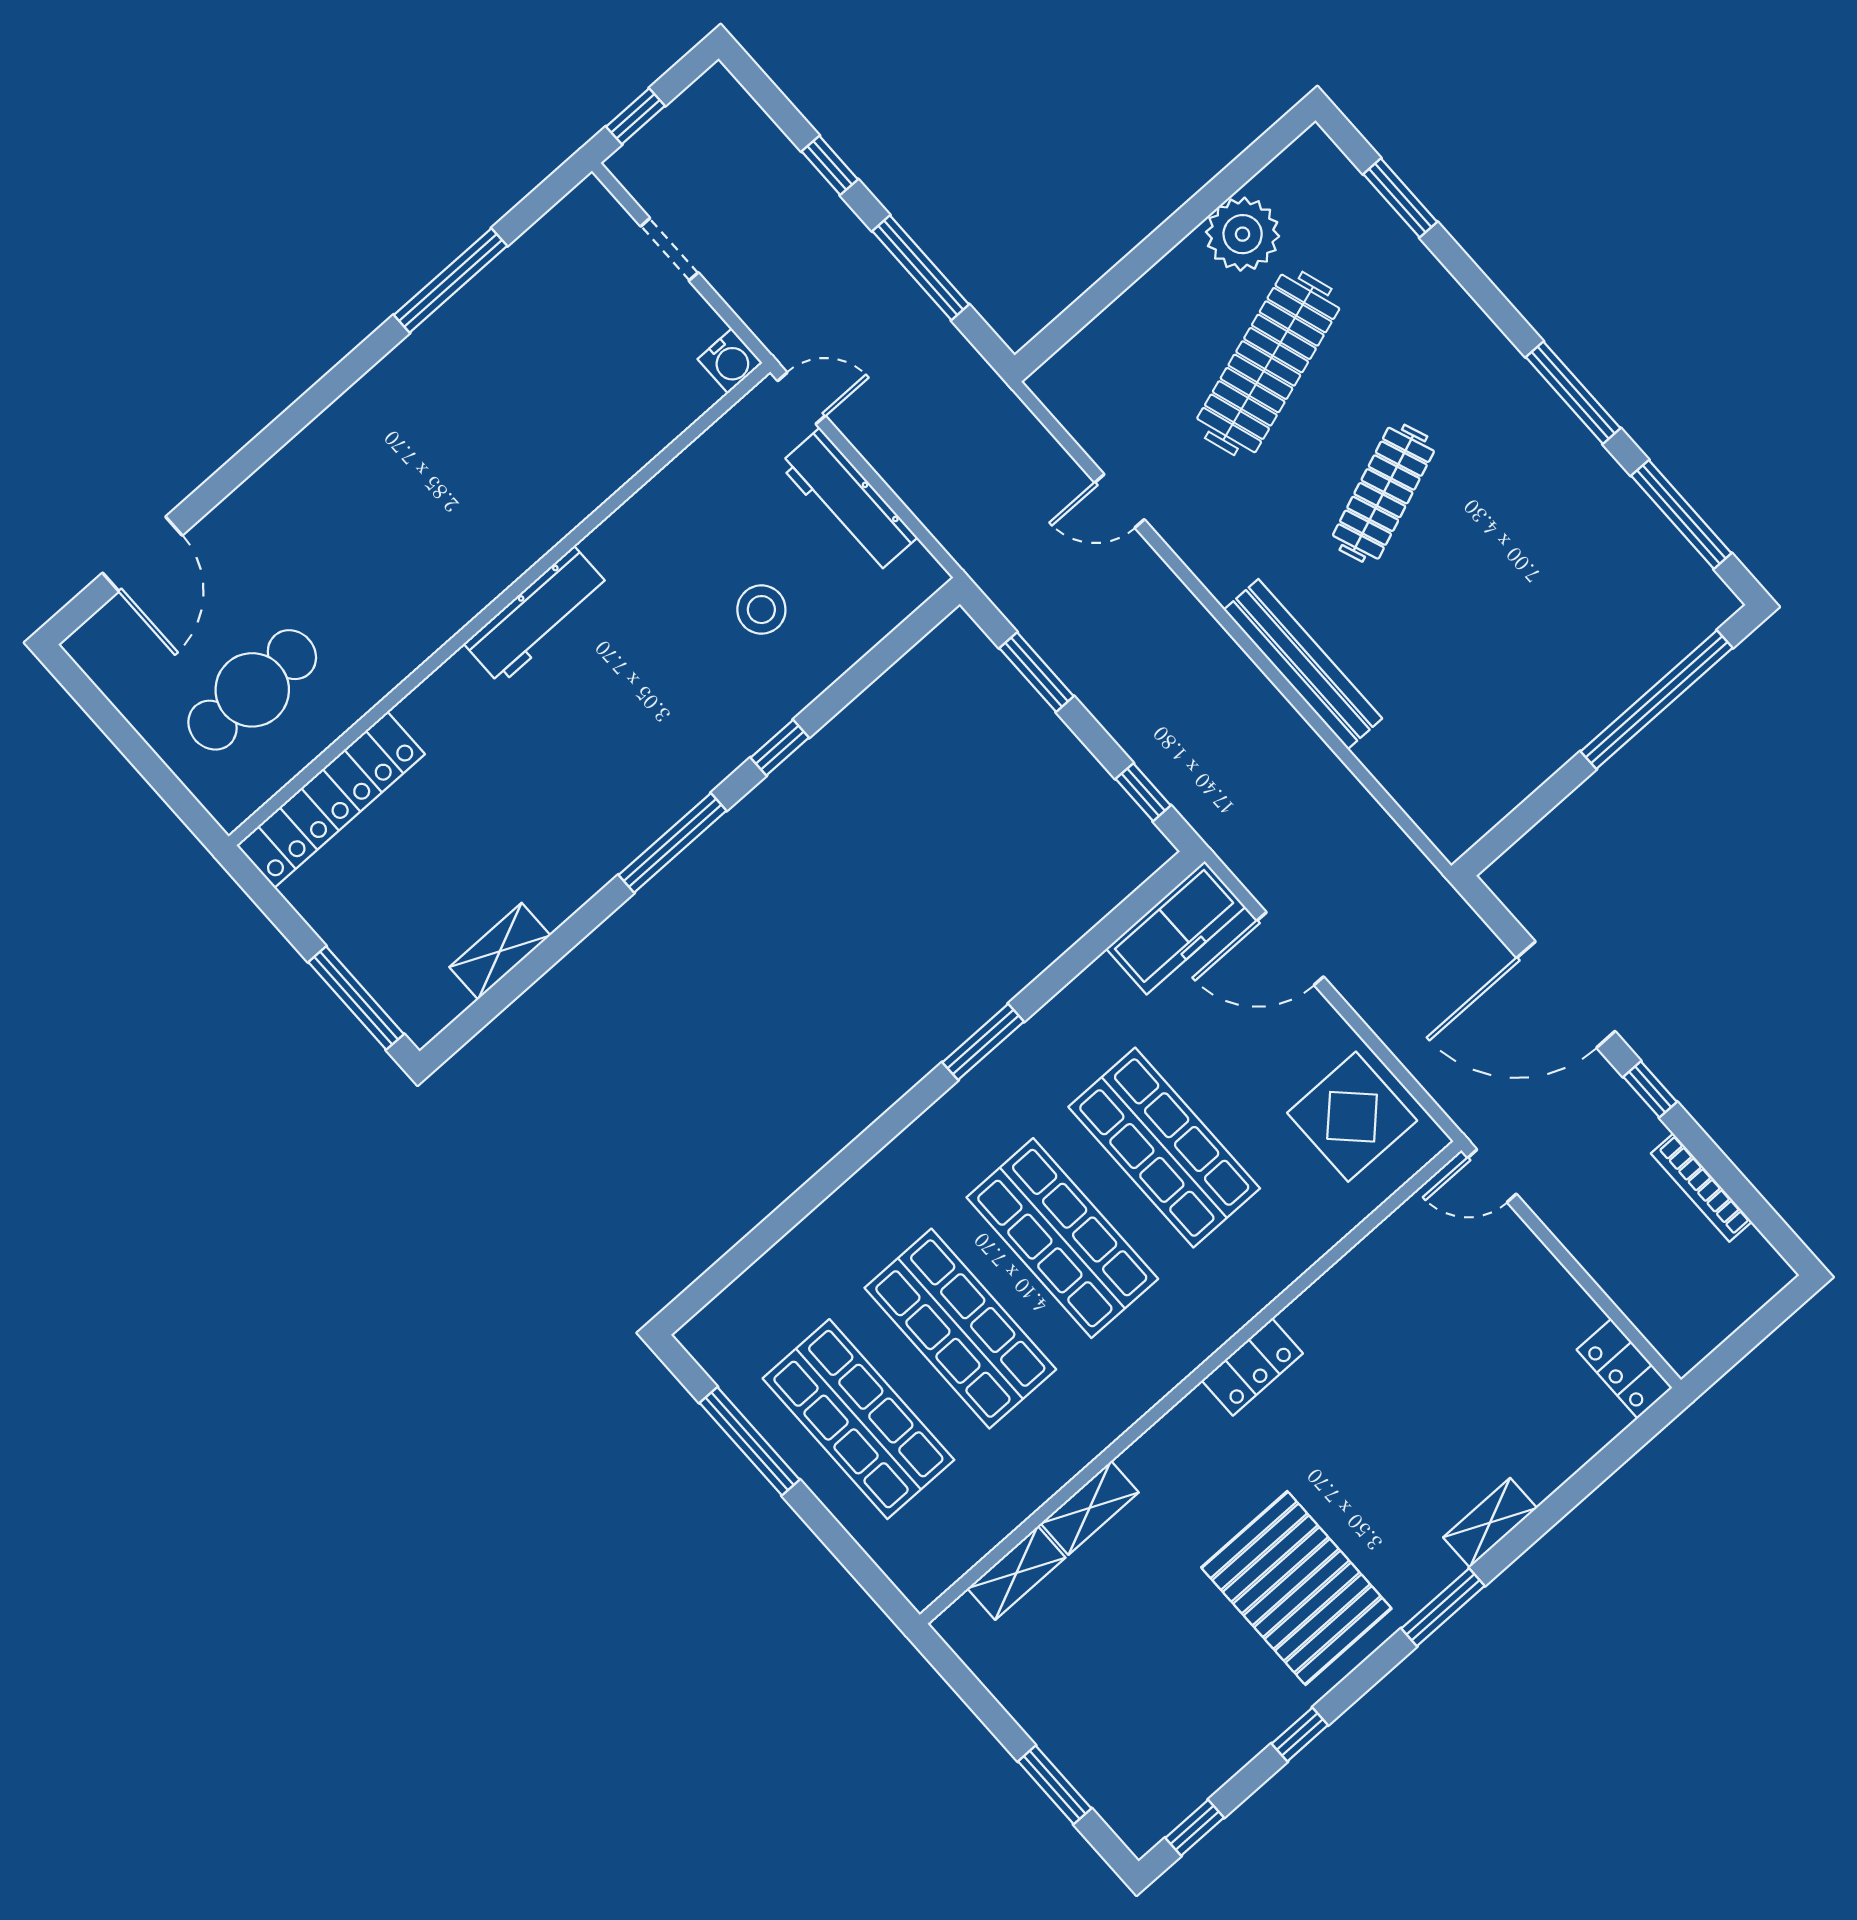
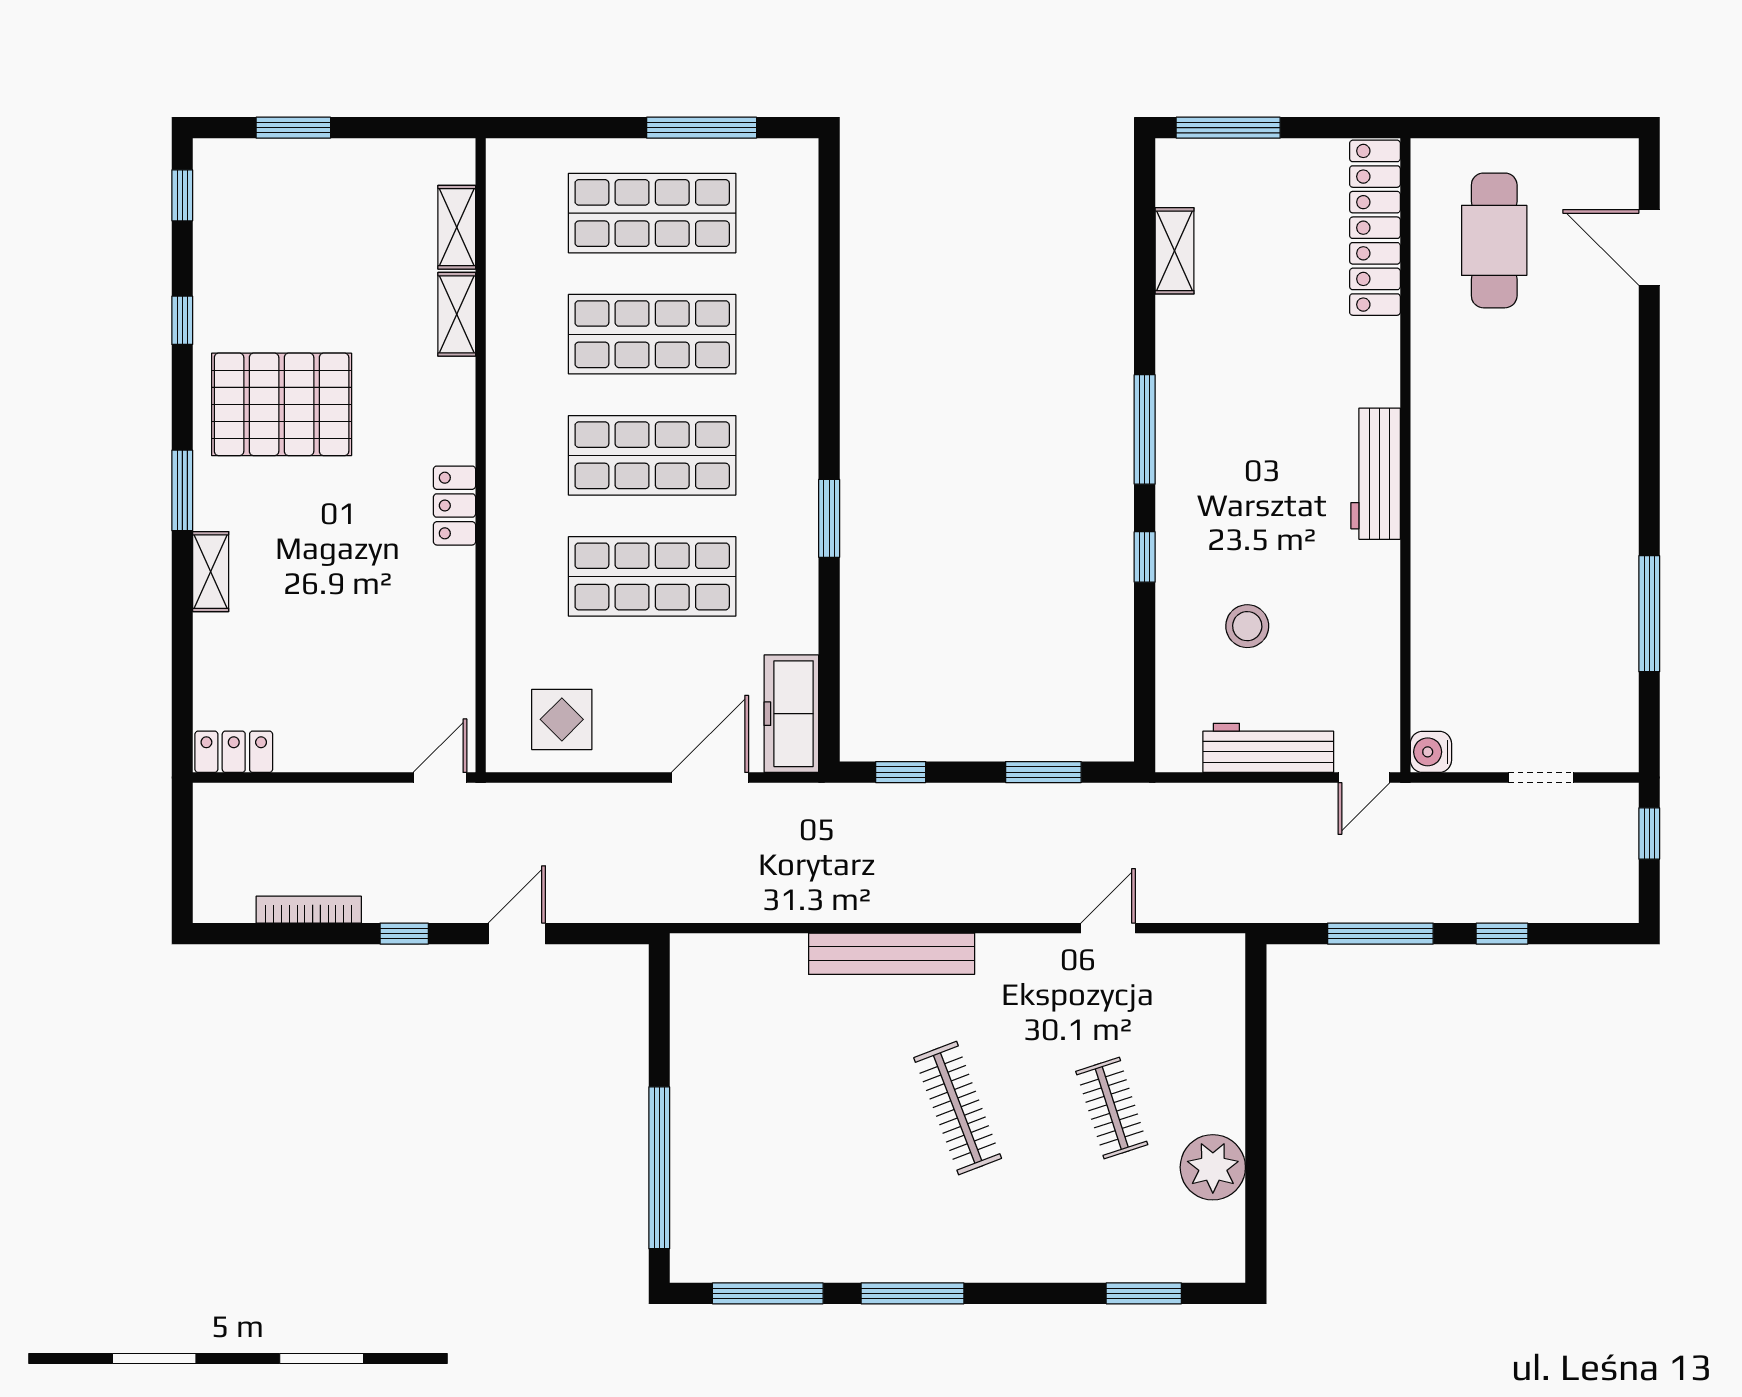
clothes rail: (1268, 363) -> (1112, 1108), width x0.54, depth x0.76
door: (1566, 995) -> (517, 934), width x0.53
display table: (1352, 1117) -> (562, 719), width x0.73, depth x0.73

